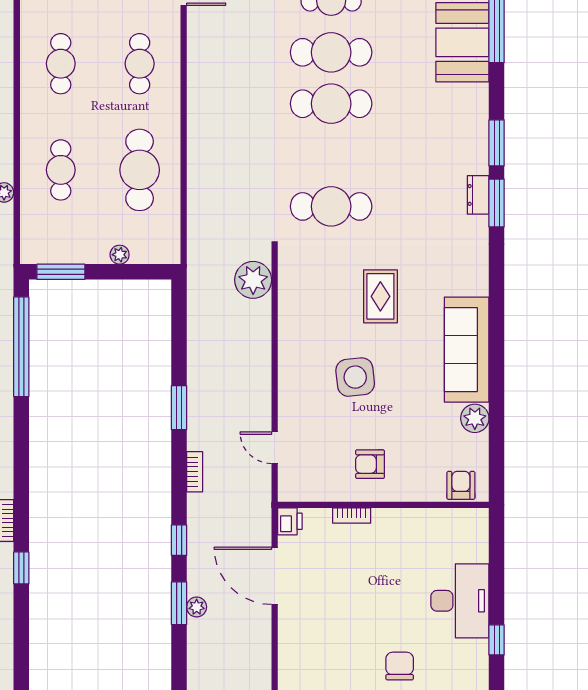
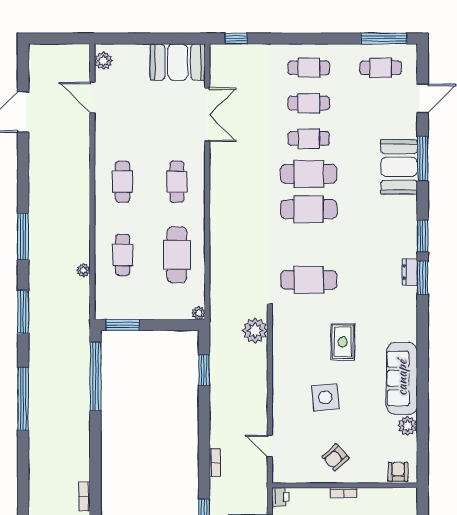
plant: (120, 255) -> (199, 313), moved
window: (179, 408) -> (204, 370), moved
armchair: (370, 464) -> (335, 457), turned -42
bookcase: (352, 515) -> (344, 493), moved

